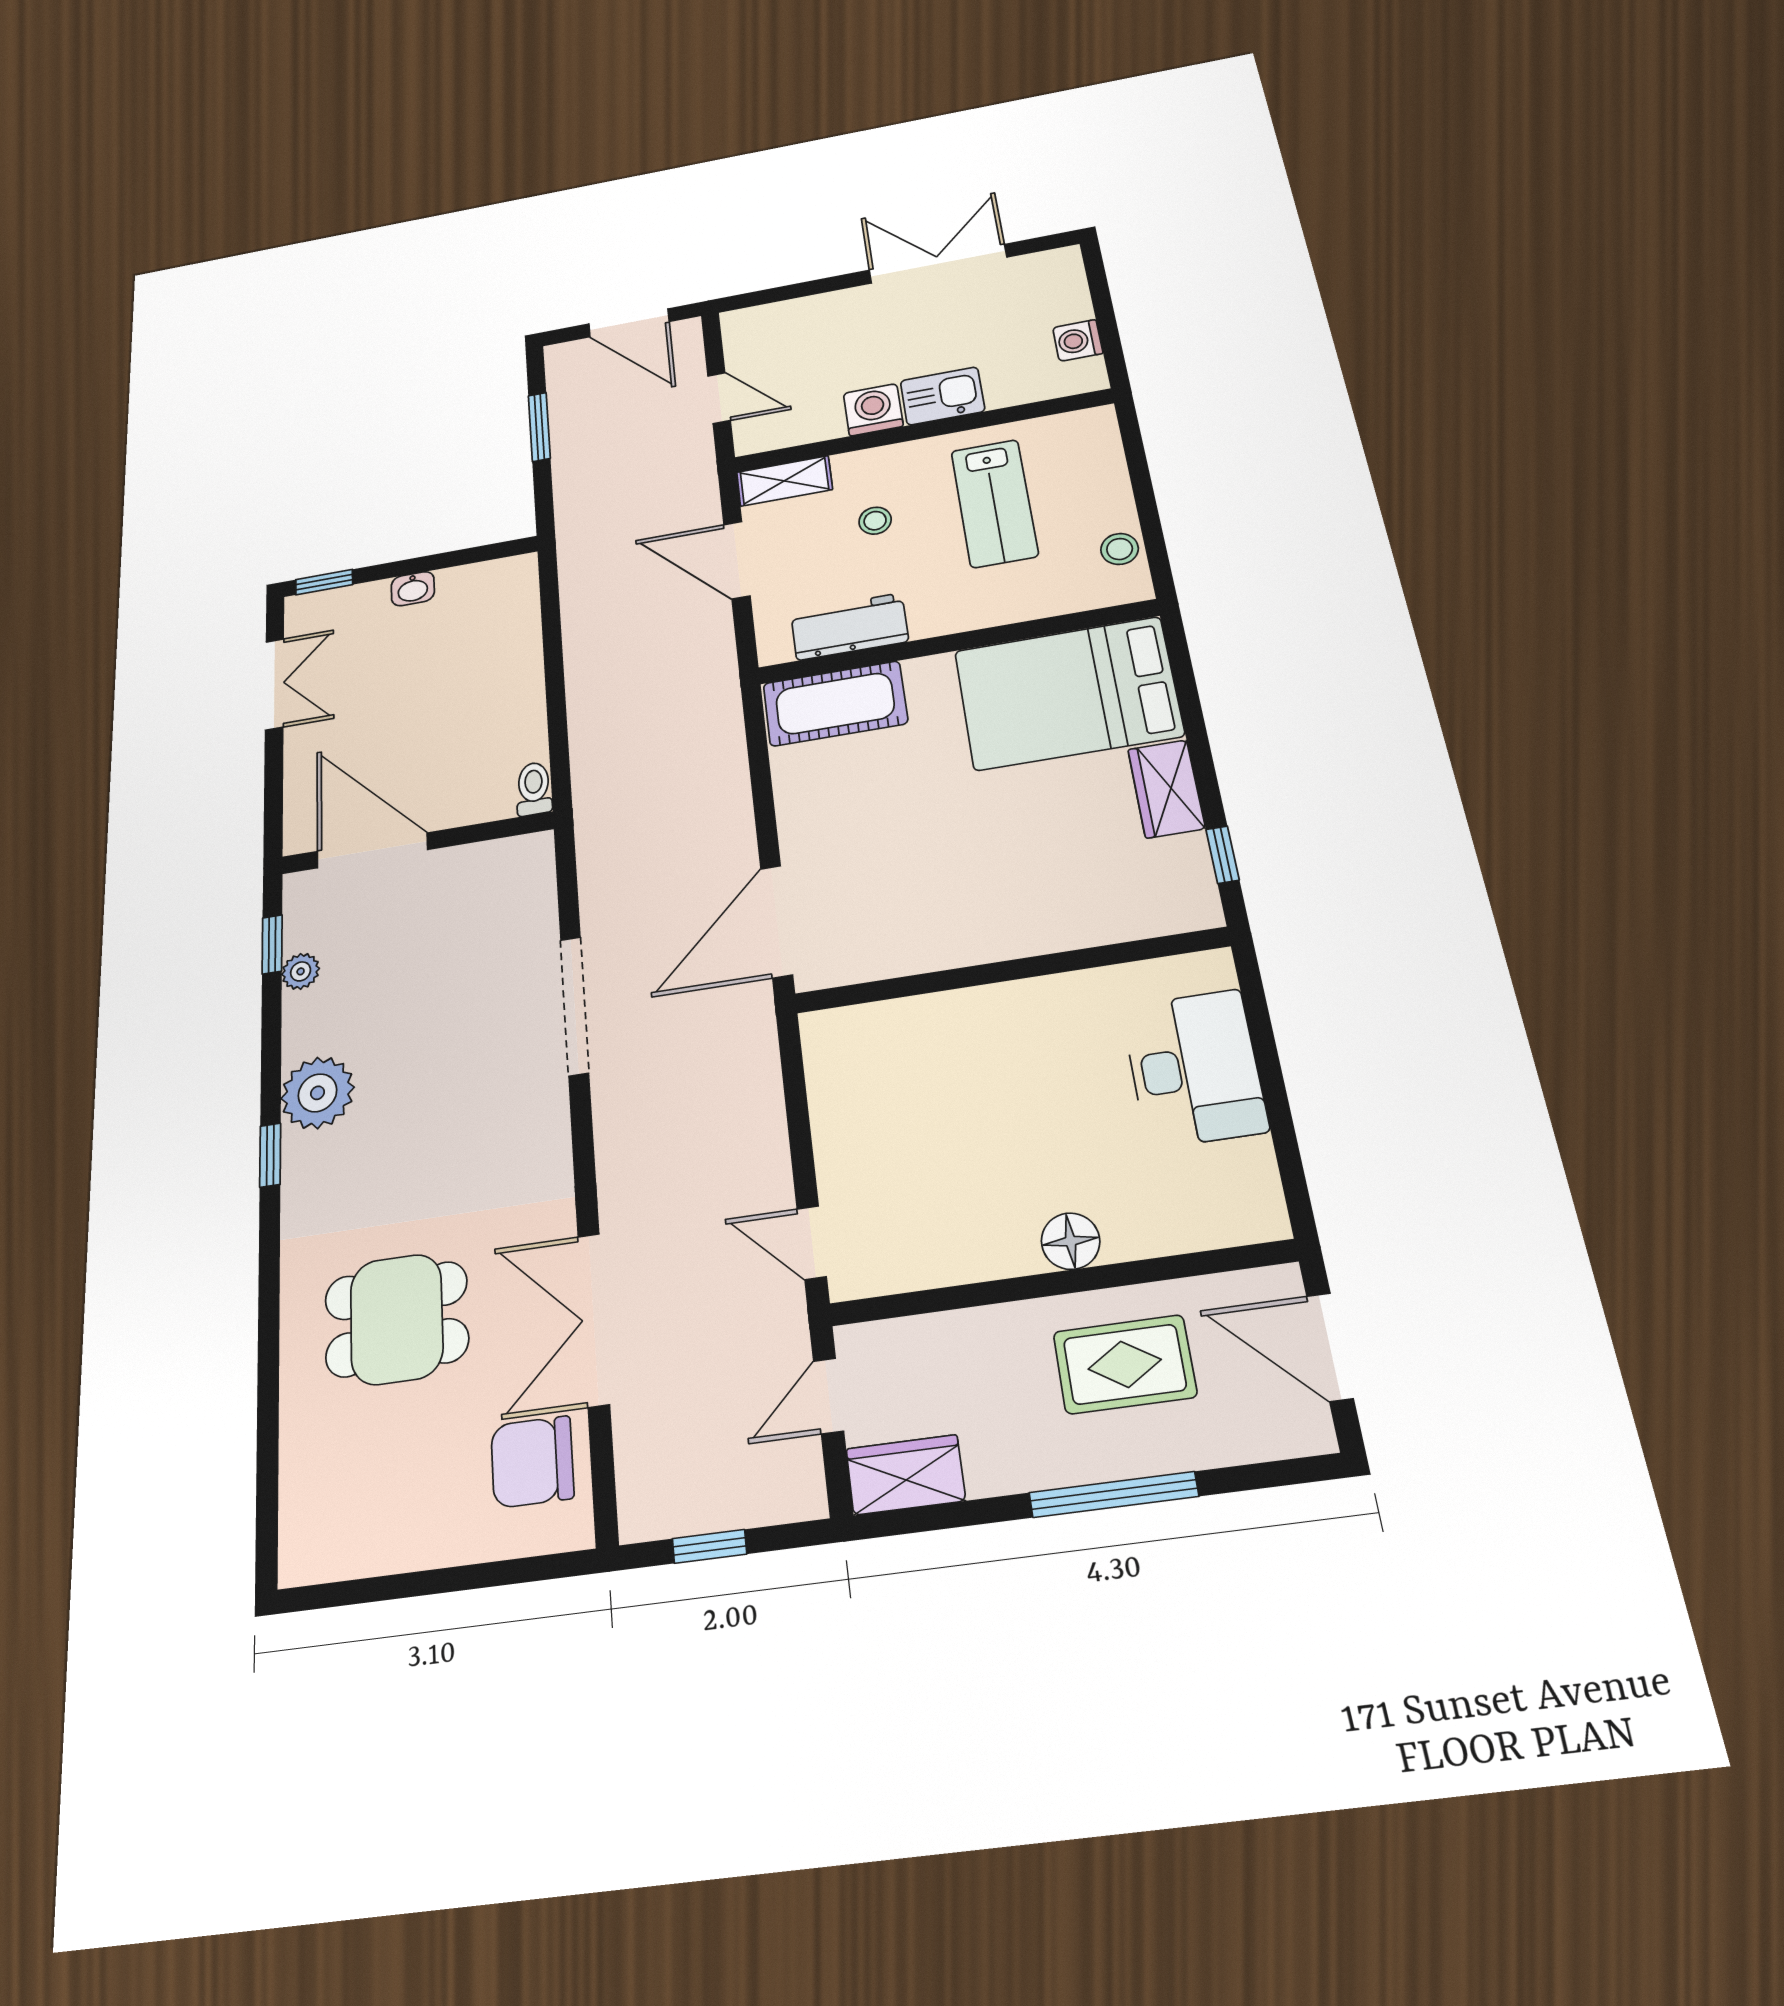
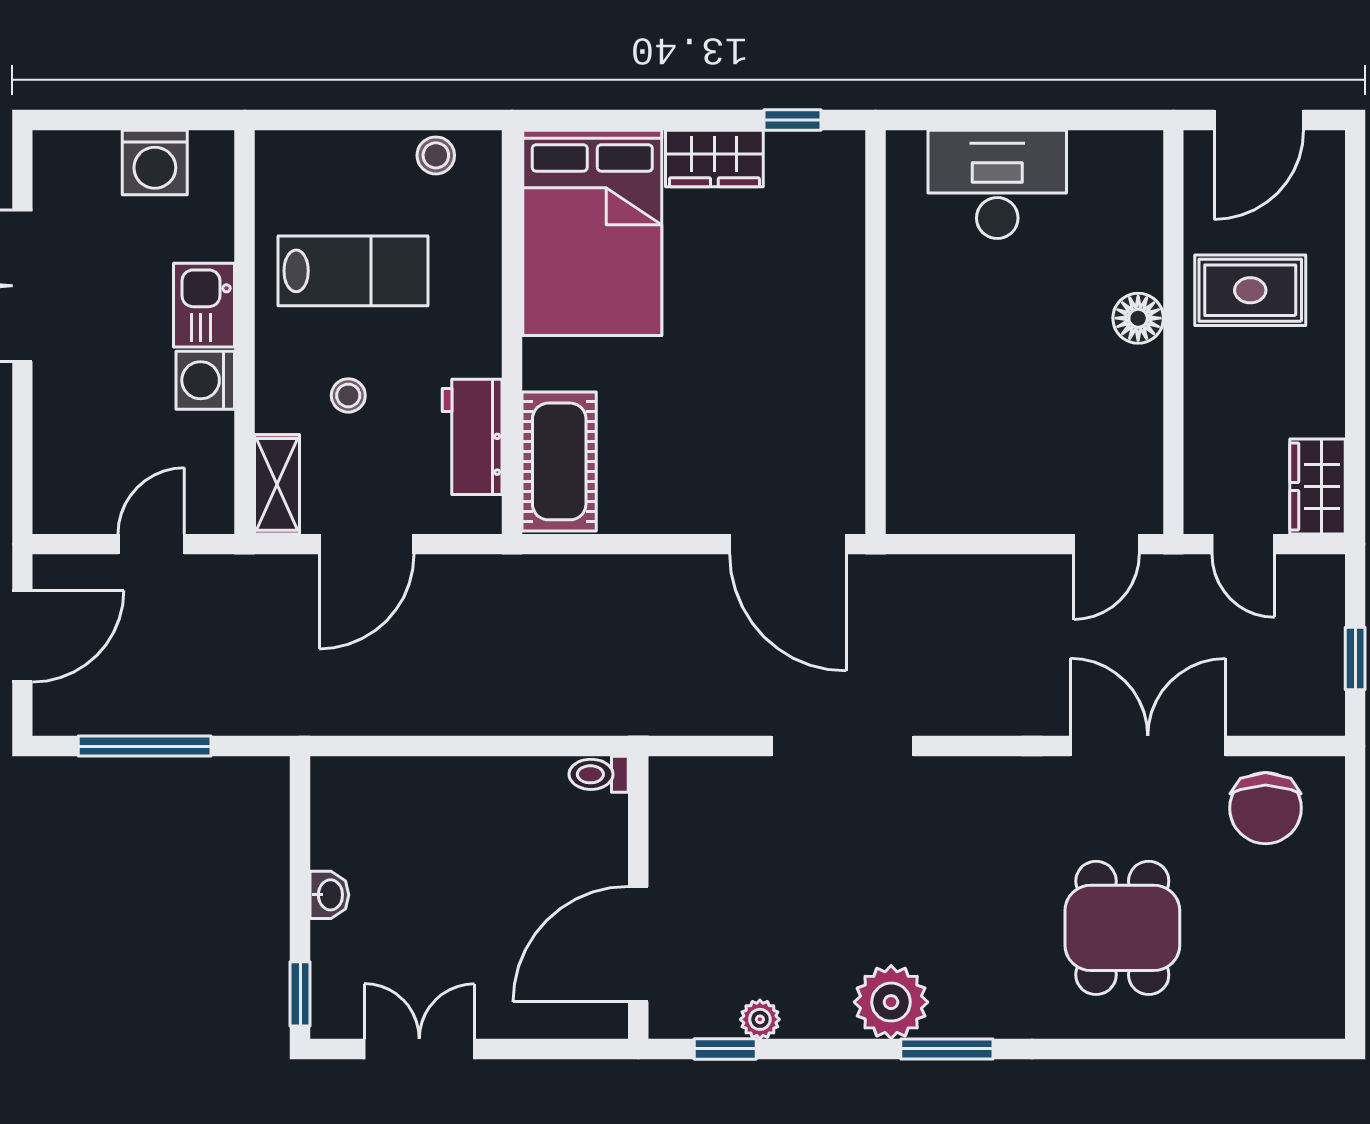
washing machine: (1078, 340) -> (155, 163), width x1.38, depth x1.38
window: (539, 427) -> (145, 746), width x1.44
window: (270, 1155) -> (947, 1049), width x1.50
double door: (594, 1319) -> (1148, 746), swing flipped
rug: (1125, 1364) -> (1250, 290), turned 90
window: (1114, 1495) -> (1355, 317), removed

